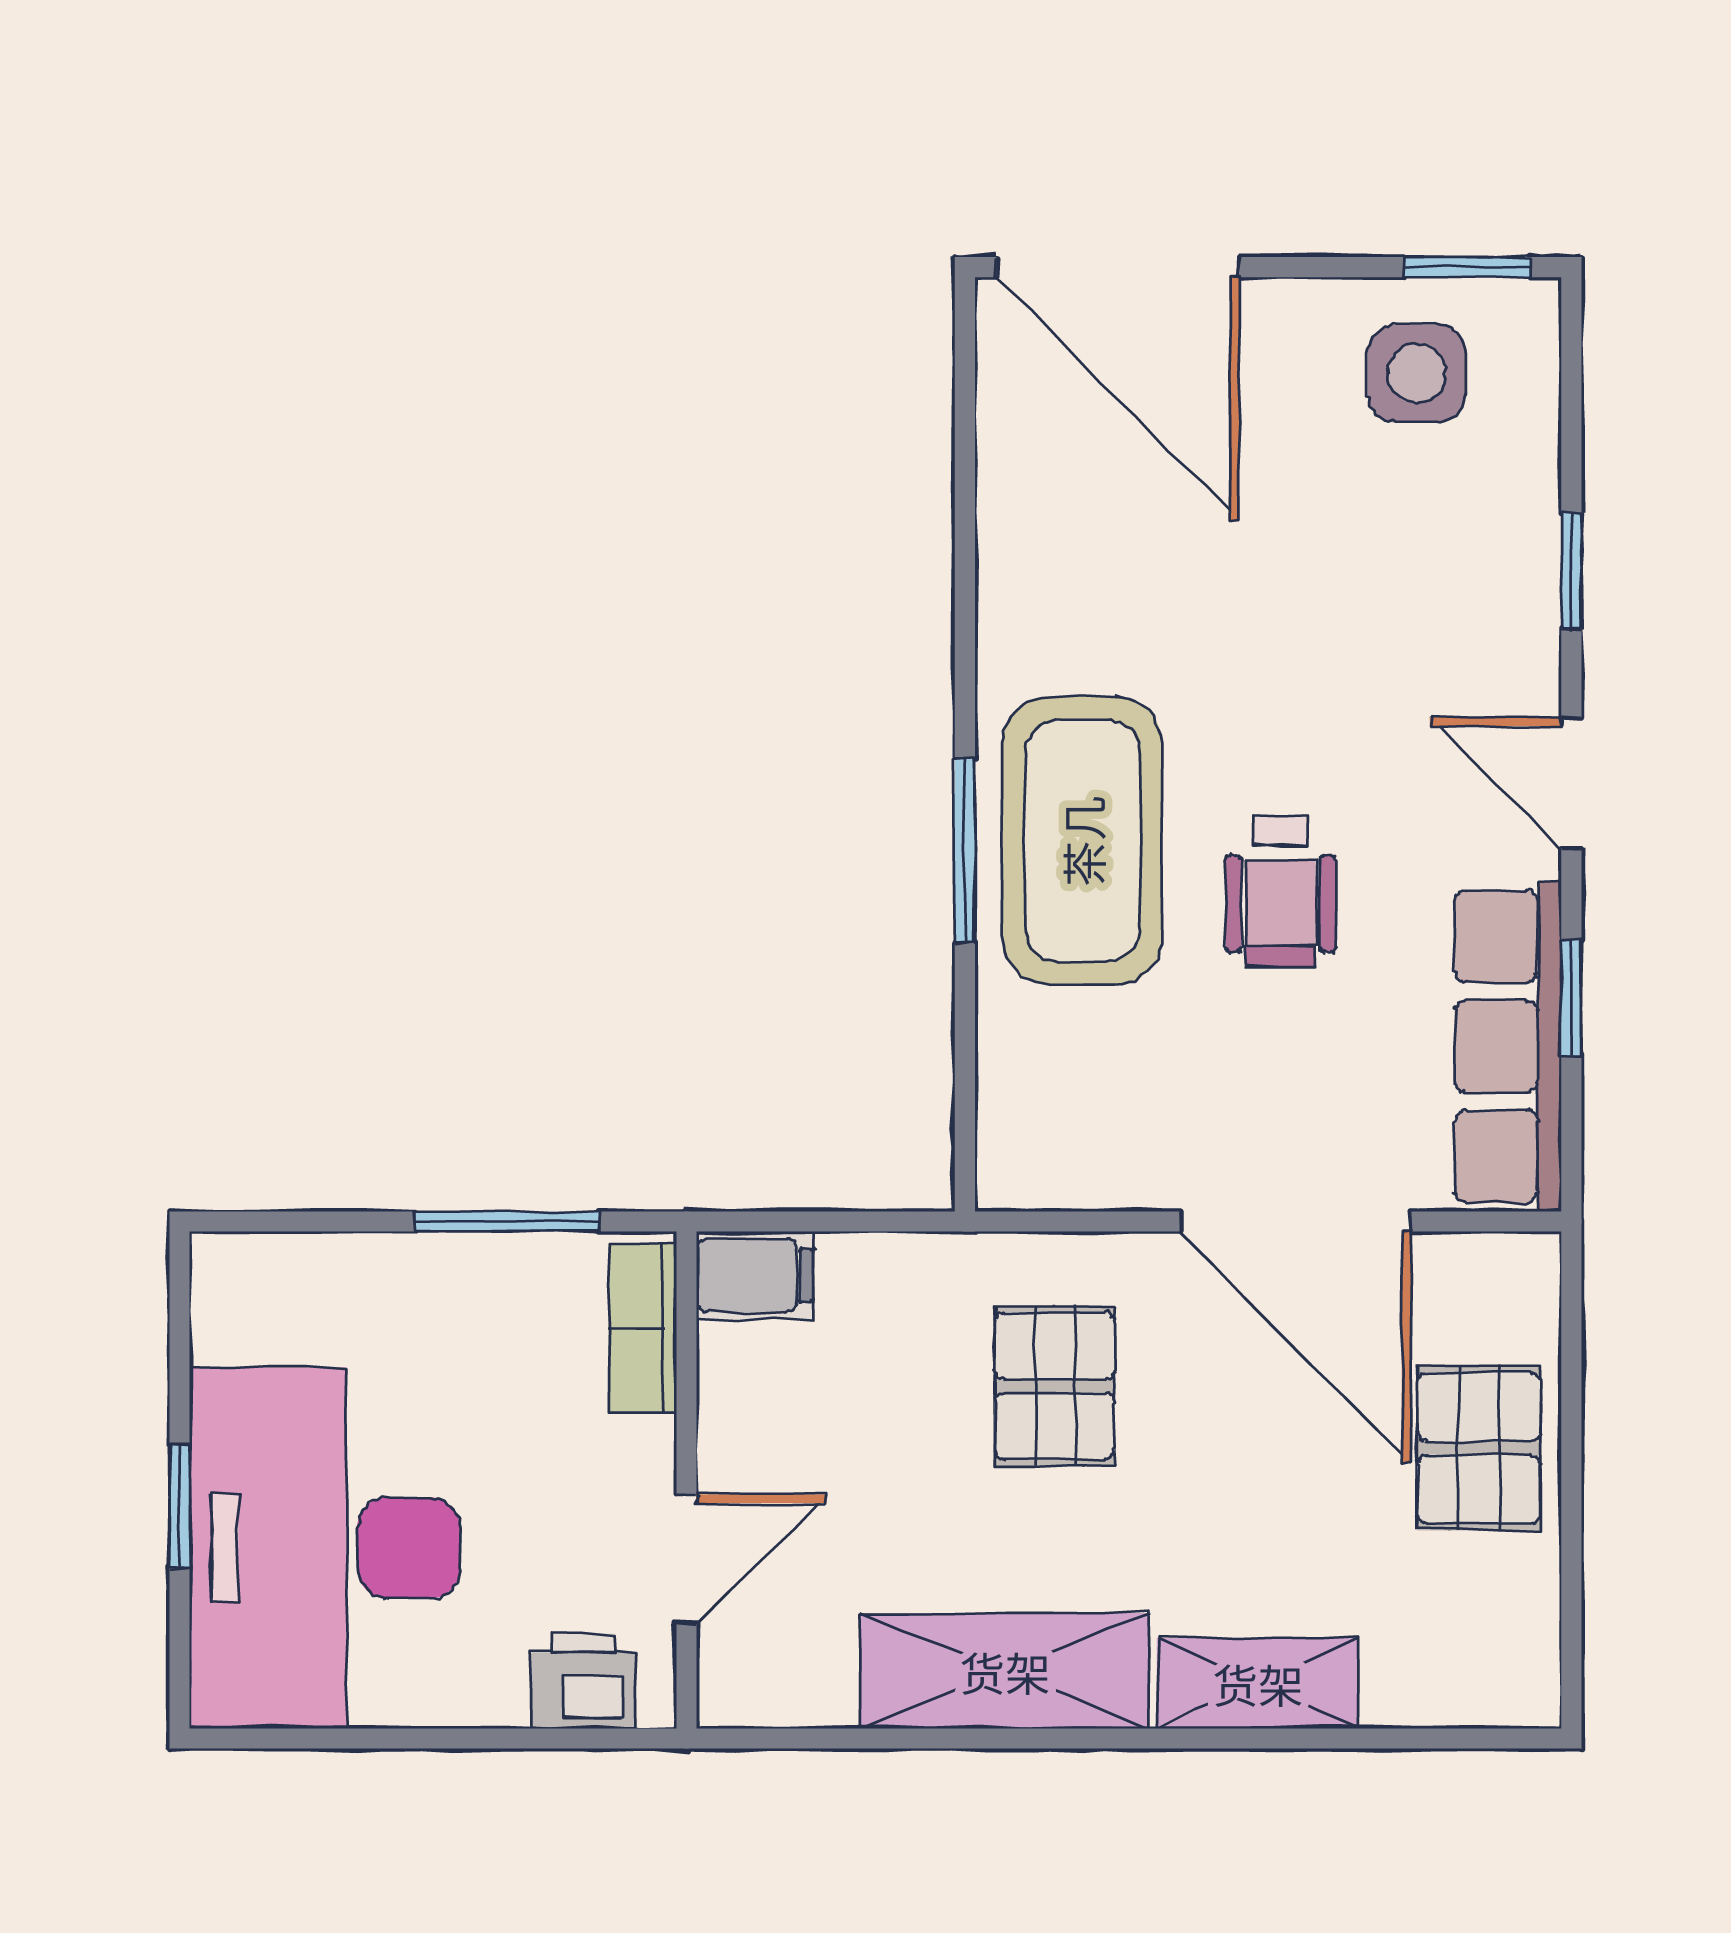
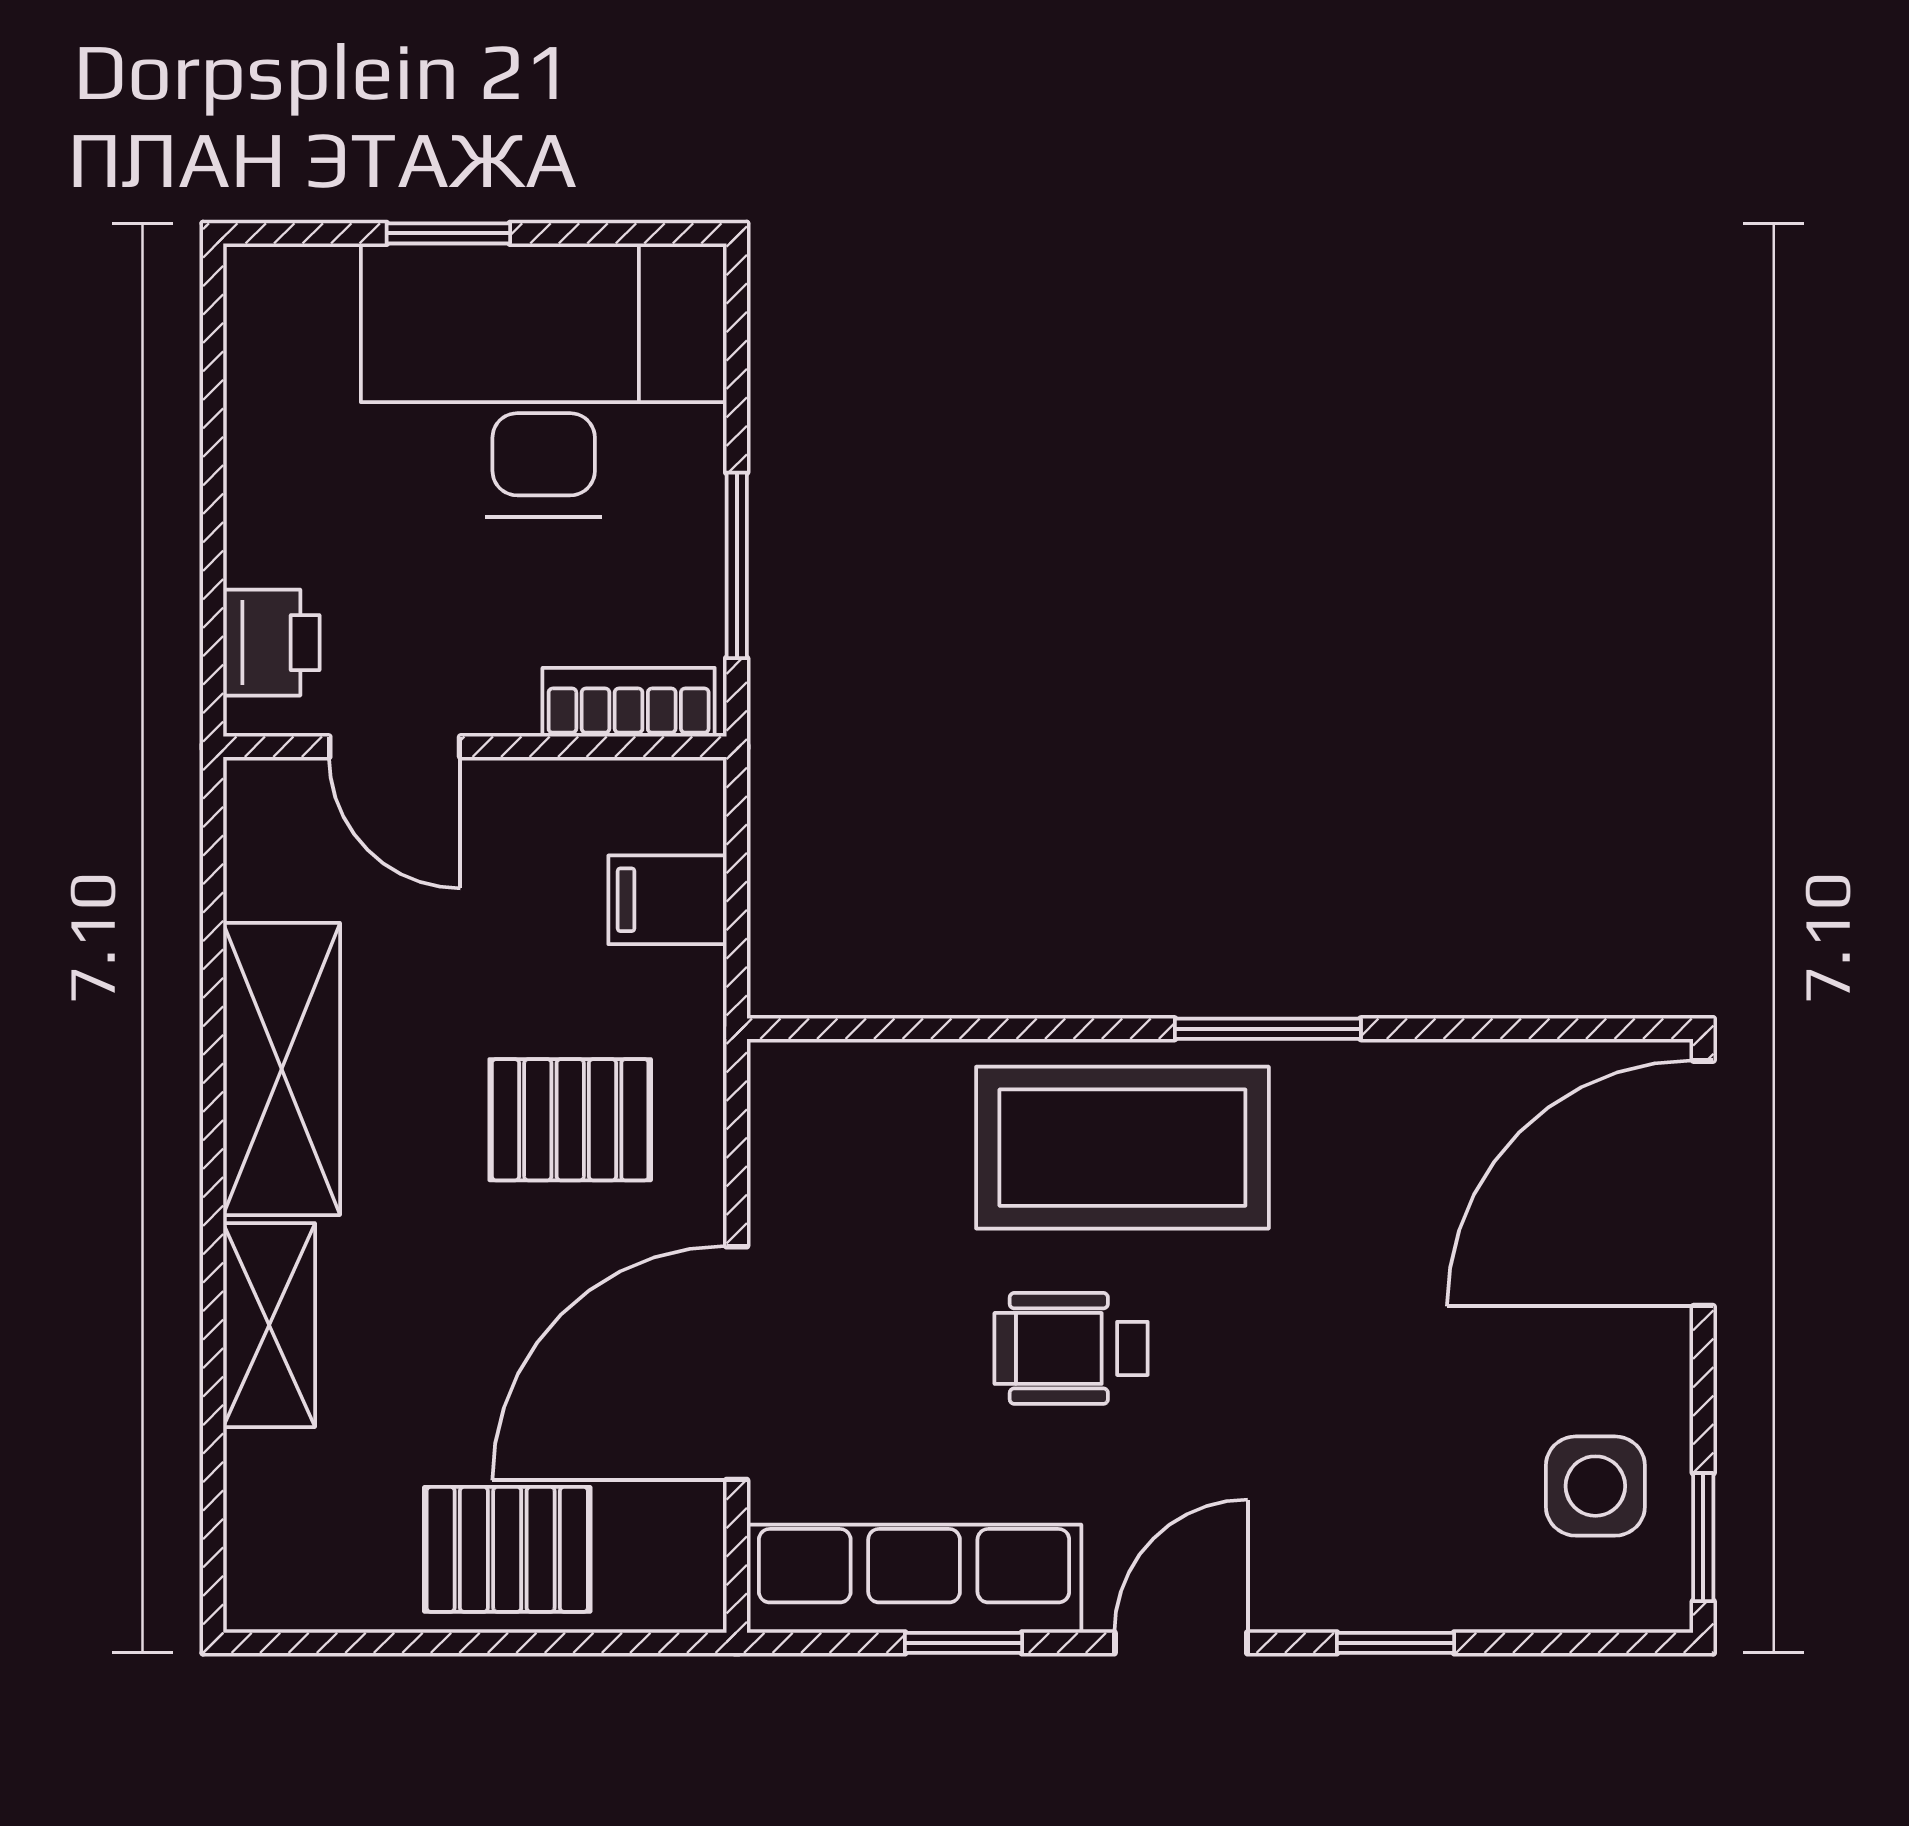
window: (965, 850) -> (1268, 1029), moved
filing cabinet: (755, 1275) -> (667, 900), moved, turned 90
desk: (325, 1548) -> (544, 380), moved

